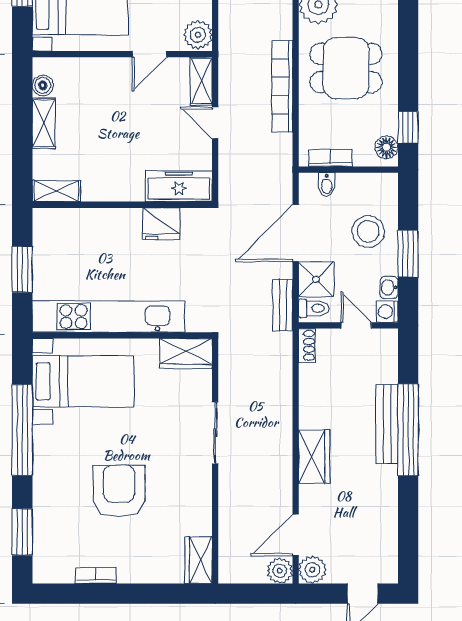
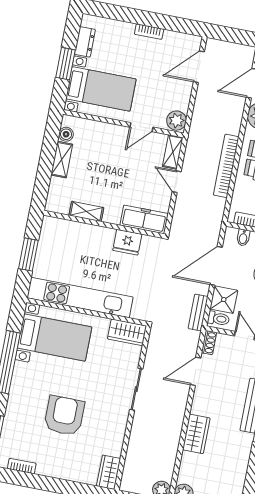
shelving: (56, 191) -> (86, 211), moved
wardrobe: (314, 457) -> (196, 434), moved
door: (296, 535) -> (196, 371), moved
bookcase: (96, 575) -> (22, 466), moved

